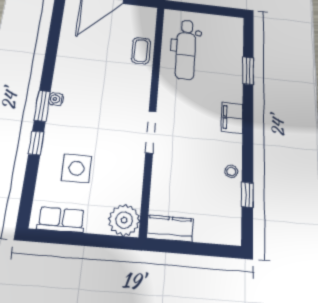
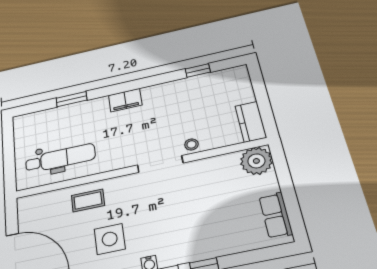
coffee table: (141, 51) -> (88, 200), moved
side table: (76, 168) -> (110, 239), moved
stool: (231, 171) -> (191, 144), moved

